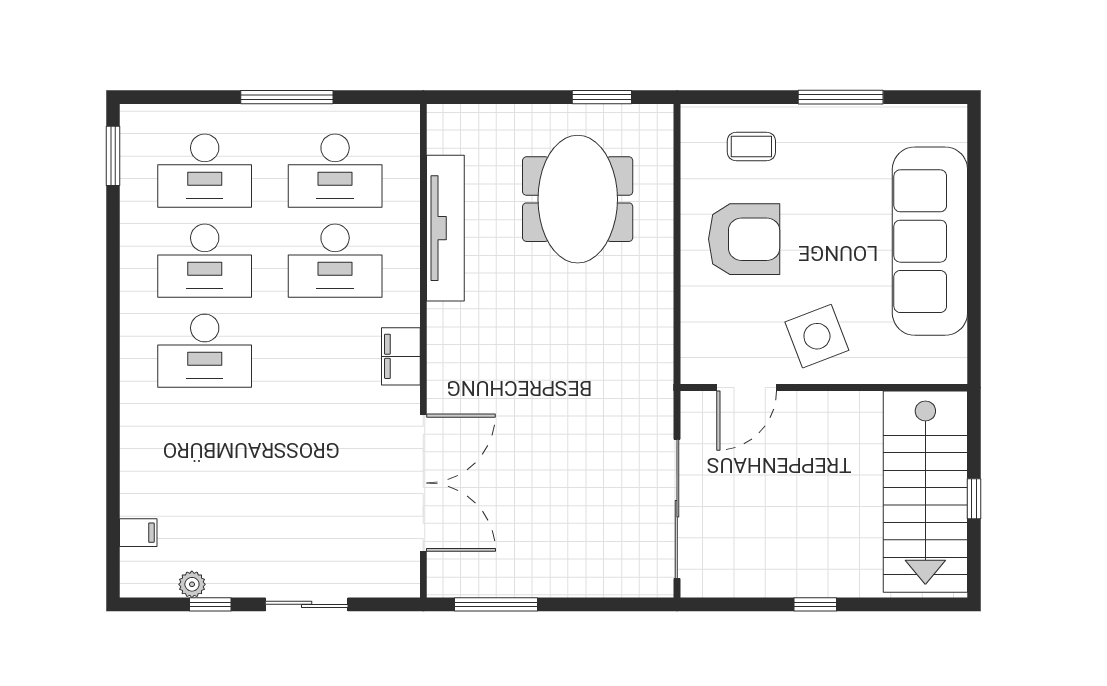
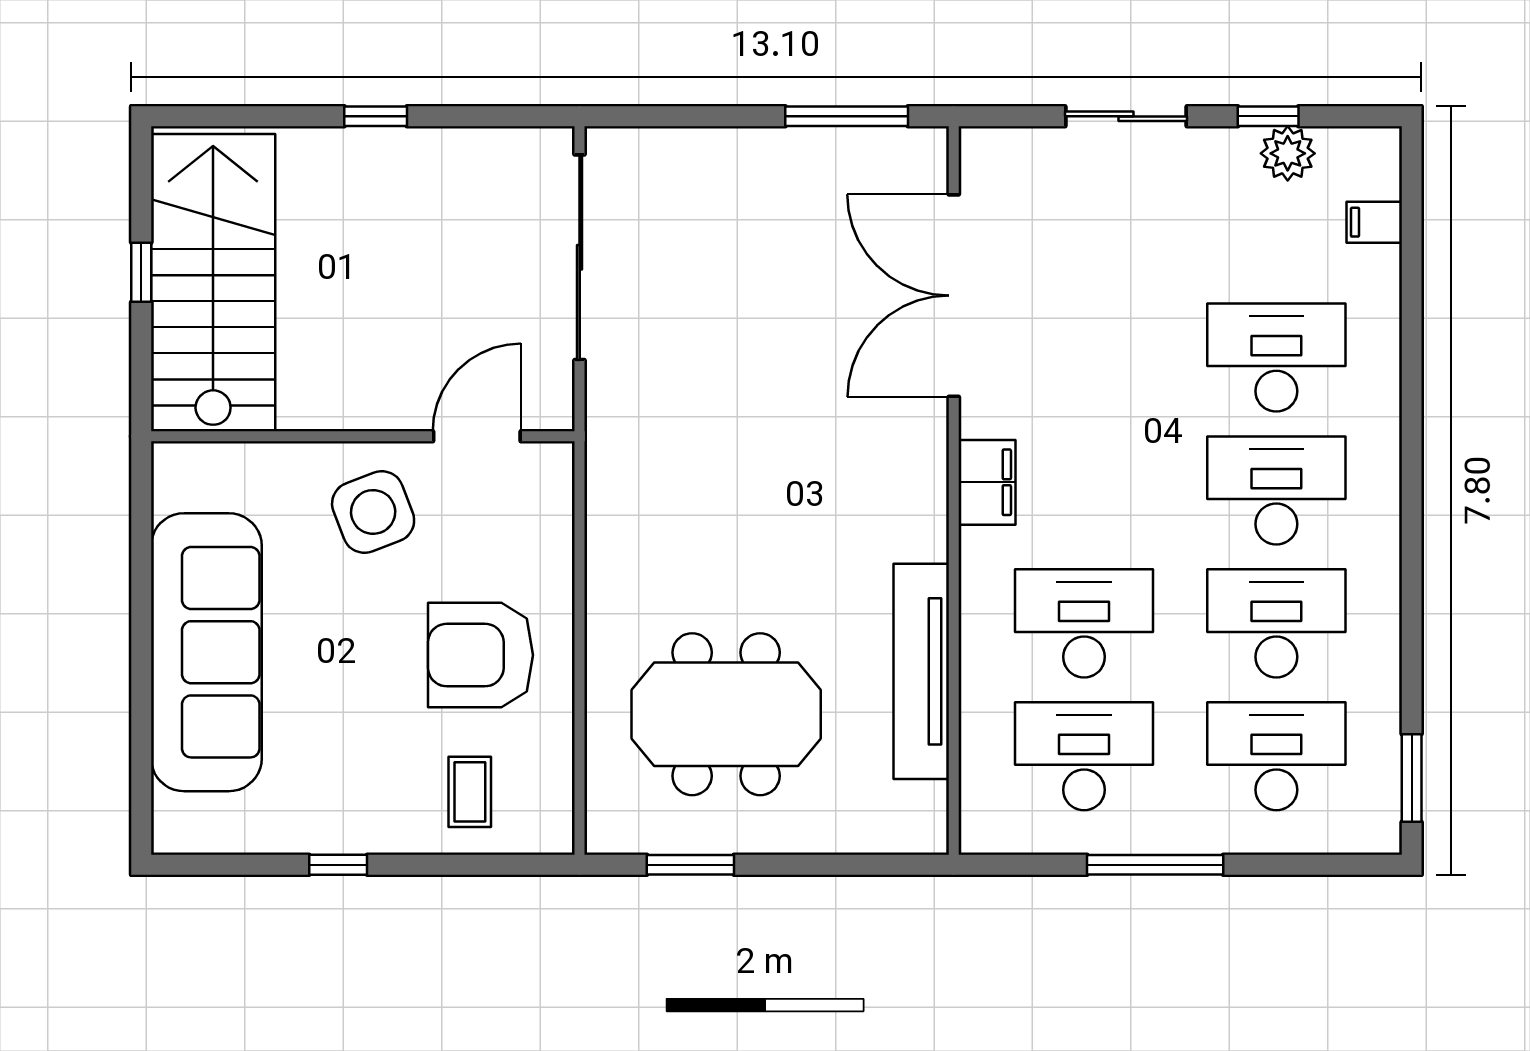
window: (841, 97) -> (338, 865), width x0.46
coffee table: (751, 146) -> (470, 792), turned 90
meeting table: (578, 199) -> (726, 714), turned 90
desk: (205, 441) -> (1276, 358), added
plant: (192, 584) -> (1288, 153), width x1.38, depth x1.38

